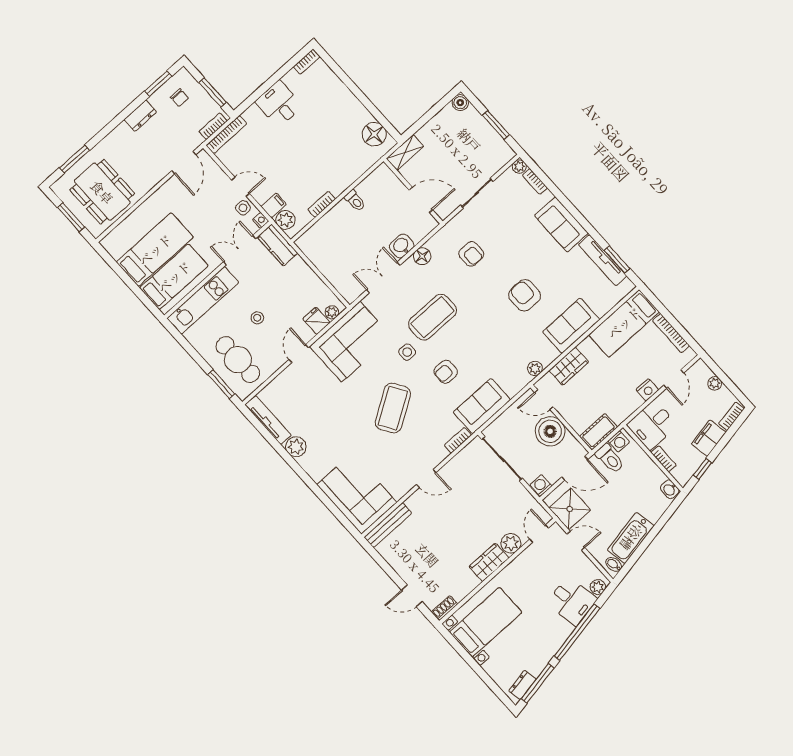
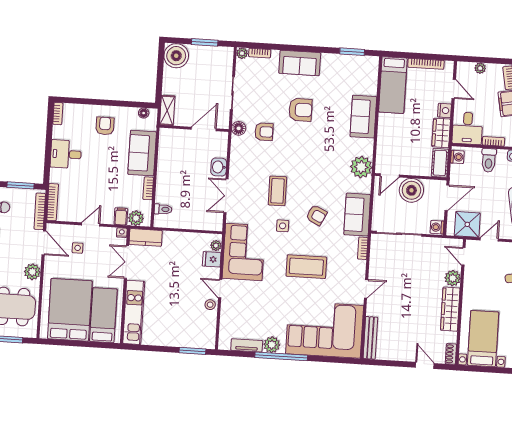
boiler: (460, 103) -> (176, 56), width x1.86, depth x1.86
armchair: (337, 113) -> (105, 126), added
bookcase: (213, 126) -> (40, 211), width x1.56
floor lamp: (374, 134) -> (144, 113), width x0.53, depth x0.53
sofa: (347, 168) -> (142, 153), added
plant: (149, 178) -> (32, 272), added
toilet: (355, 201) -> (163, 209), moved
side table: (243, 208) -> (78, 248), moved
bed: (155, 250) -> (70, 310), width x1.50
floor lamp: (422, 256) -> (239, 128), moved
tv unit: (603, 260) -> (344, 60), removed
armchair: (525, 295) -> (300, 110), moved, turned 180
coffee table: (432, 317) -> (277, 191), width x0.73, depth x0.76
stool: (257, 318) -> (210, 305), moved
cafe table: (238, 360) -> (188, 327), removed
wardrobe: (569, 366) -> (441, 133), moved, turned 180
plant: (535, 368) -> (361, 167), width x1.87, depth x1.87
armchair: (446, 372) -> (316, 215), turned -64
coffee table: (393, 408) -> (306, 267), turned -58
tv unit: (268, 420) -> (247, 345), width x0.71
toilet: (610, 459) -> (489, 160), moved, turned 90
window: (294, 465) -> (281, 356), added
corner sofa: (357, 494) -> (325, 330), width x1.36, depth x1.36
wardrobe: (489, 562) -> (450, 309), width x1.50
door: (412, 596) -> (425, 365), swing flipped

